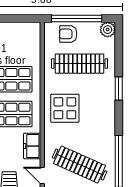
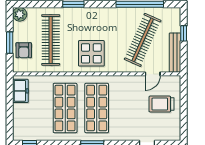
window: (77, 19) -> (10, 43), width x0.47
freezer: (32, 146) -> (20, 91), moved, turned -90

